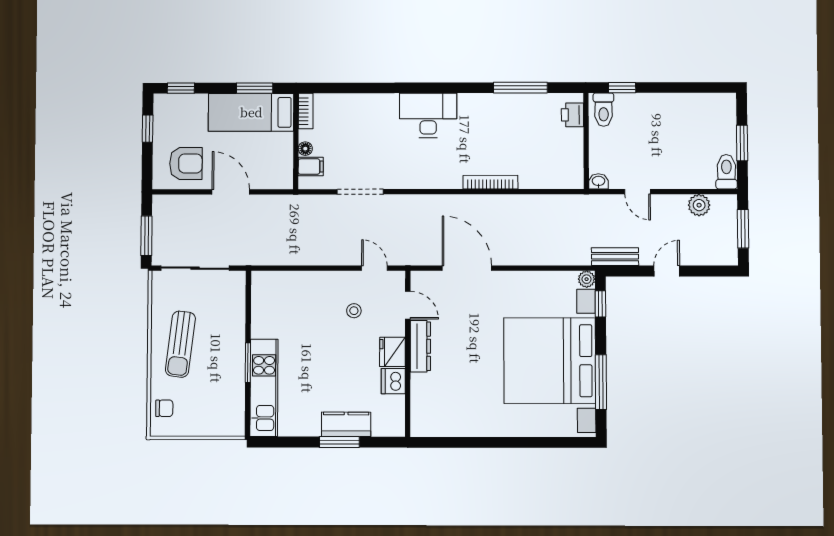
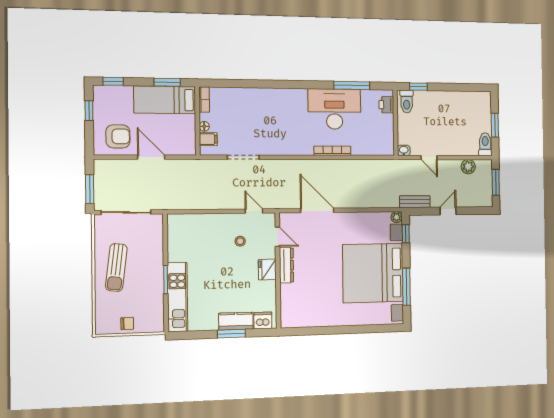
desk: (428, 115) -> (334, 109), moved, width x1.36, depth x1.30
dishwasher: (393, 381) -> (263, 321), moved, turned 90
chair: (164, 408) -> (127, 323), moved

